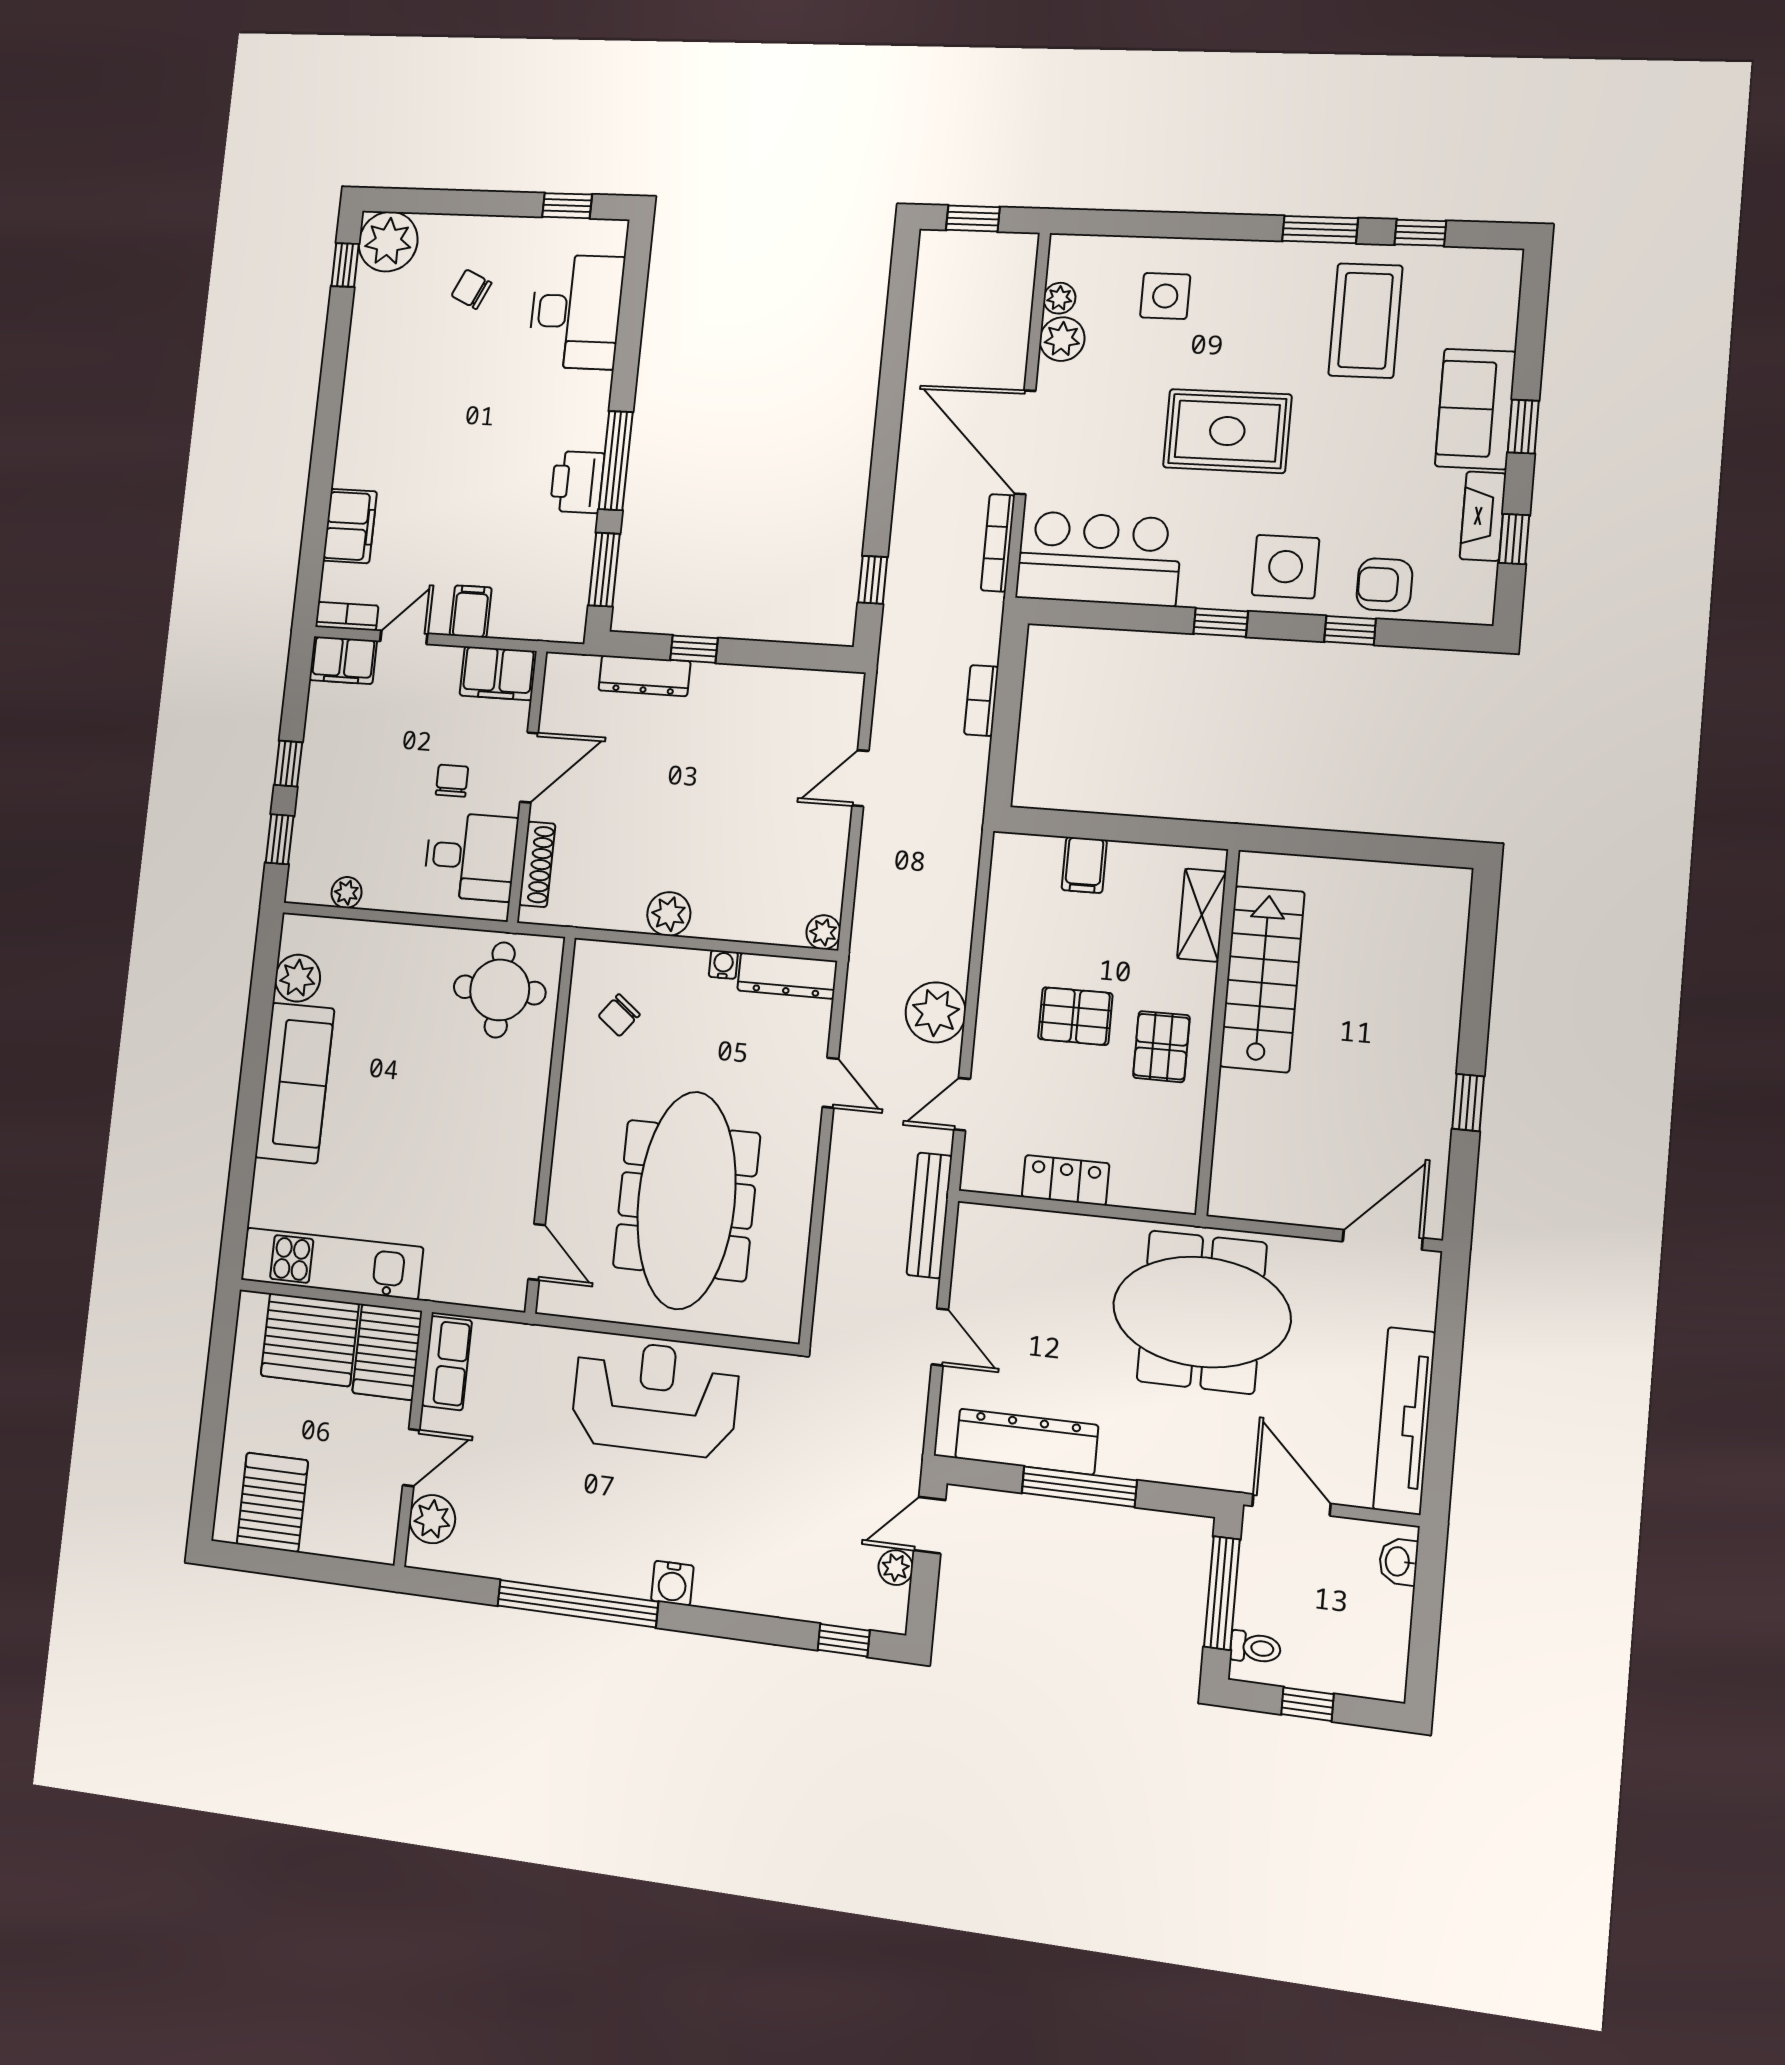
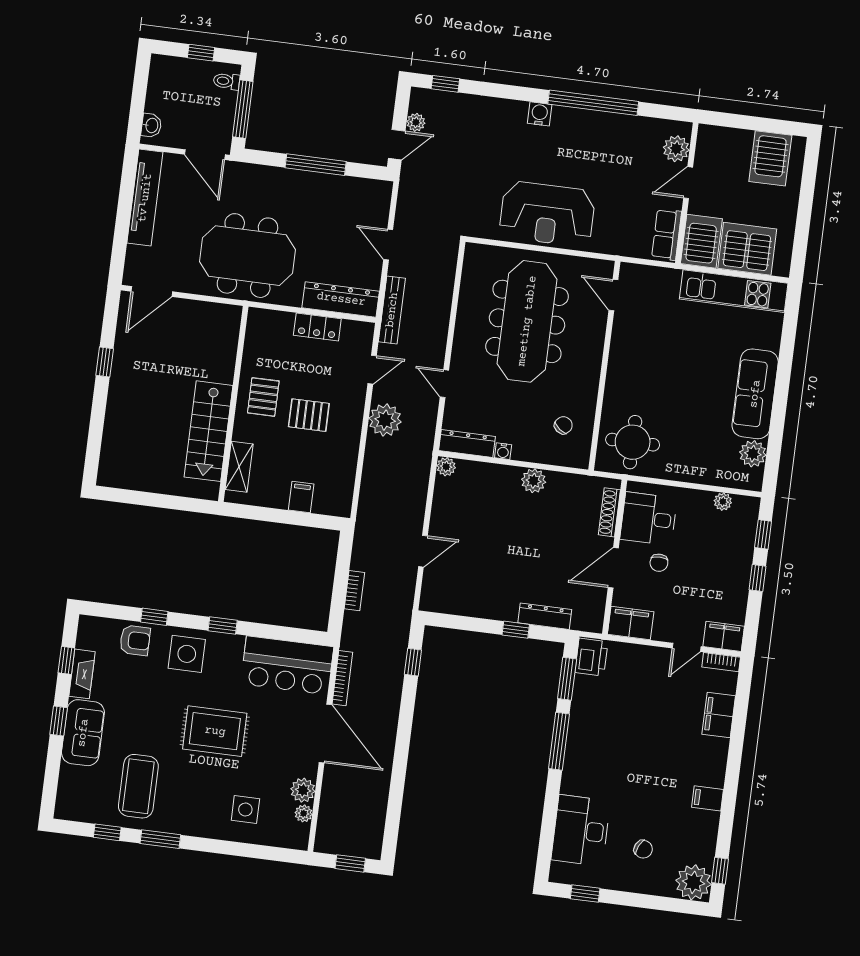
printer: (577, 482) -> (591, 657), moved
filing cabinet: (471, 612) -> (708, 798), moved, turned 90
dresser: (1027, 1442) -> (341, 299), moved, turned 180

